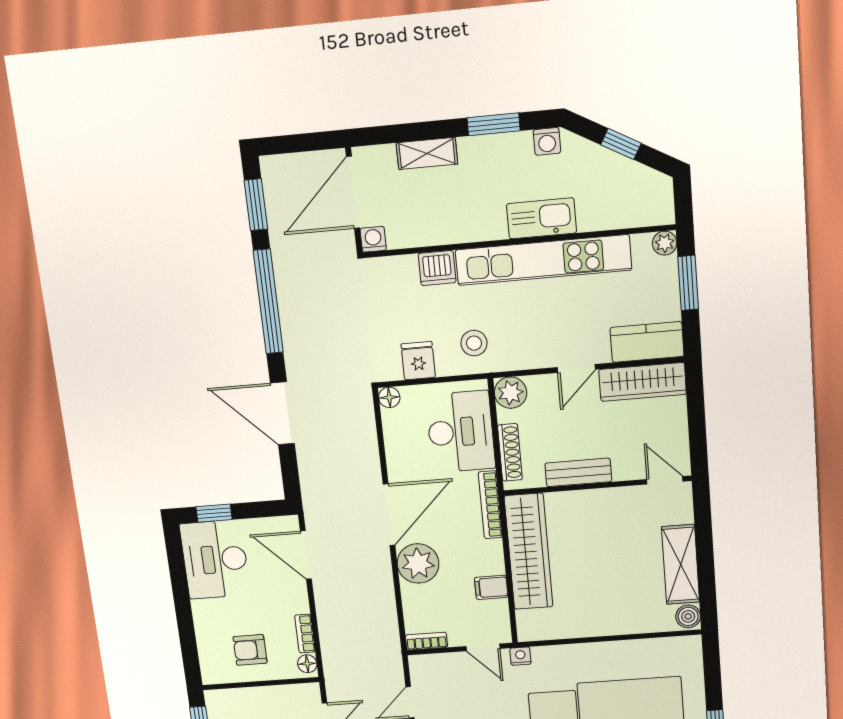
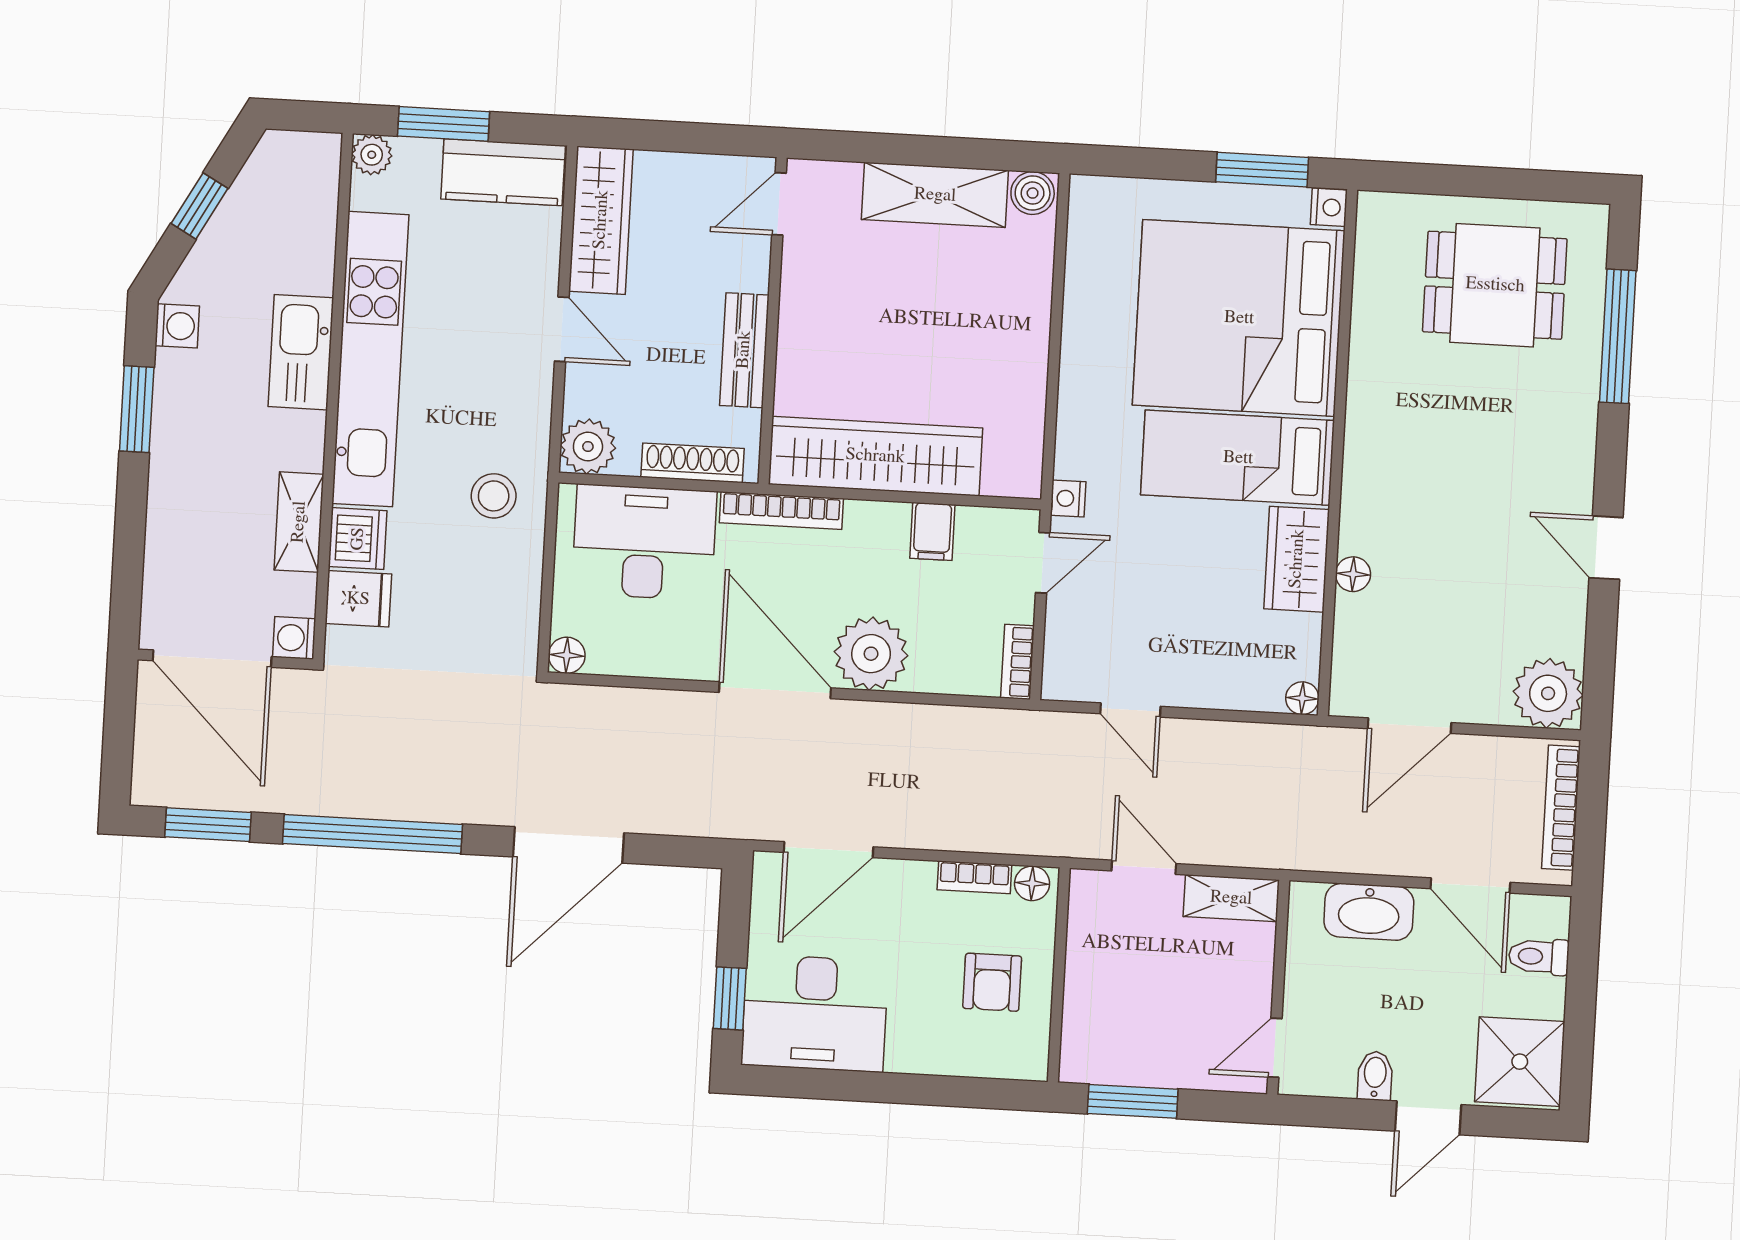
shelving: (427, 153) -> (299, 522), moved
kitchen counter: (647, 342) -> (503, 172), moved, turned -90
fridge: (418, 361) -> (358, 599), moved, turned 180

